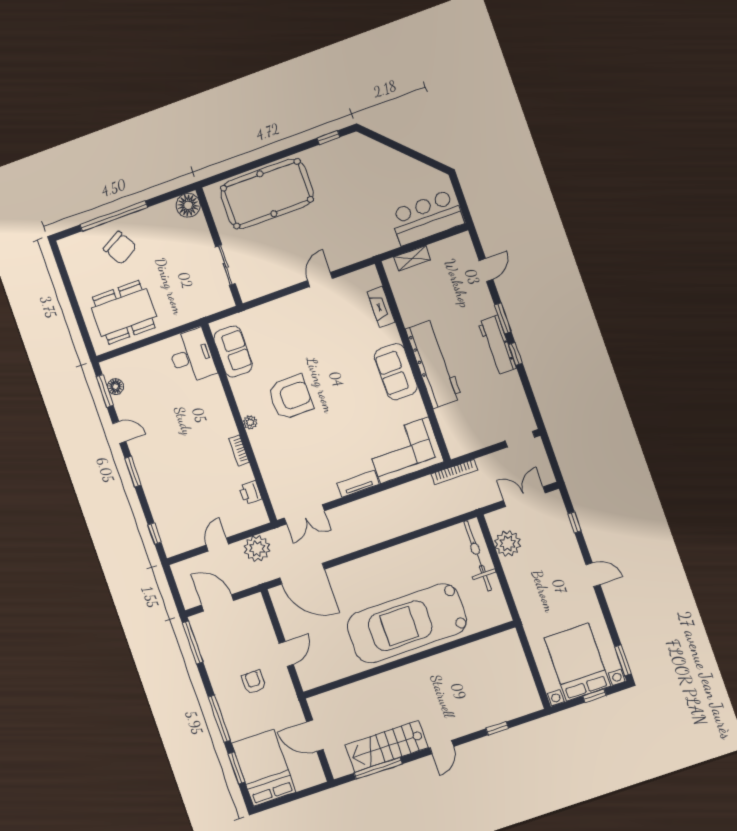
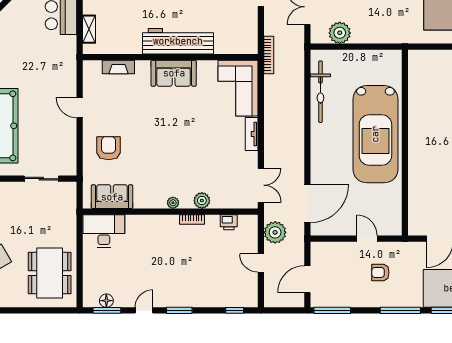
armchair: (290, 397) -> (109, 148), moved, width x0.73, depth x0.73
plant: (264, 454) -> (202, 200), added
bicycle: (478, 556) -> (320, 92), moved, turned -90

